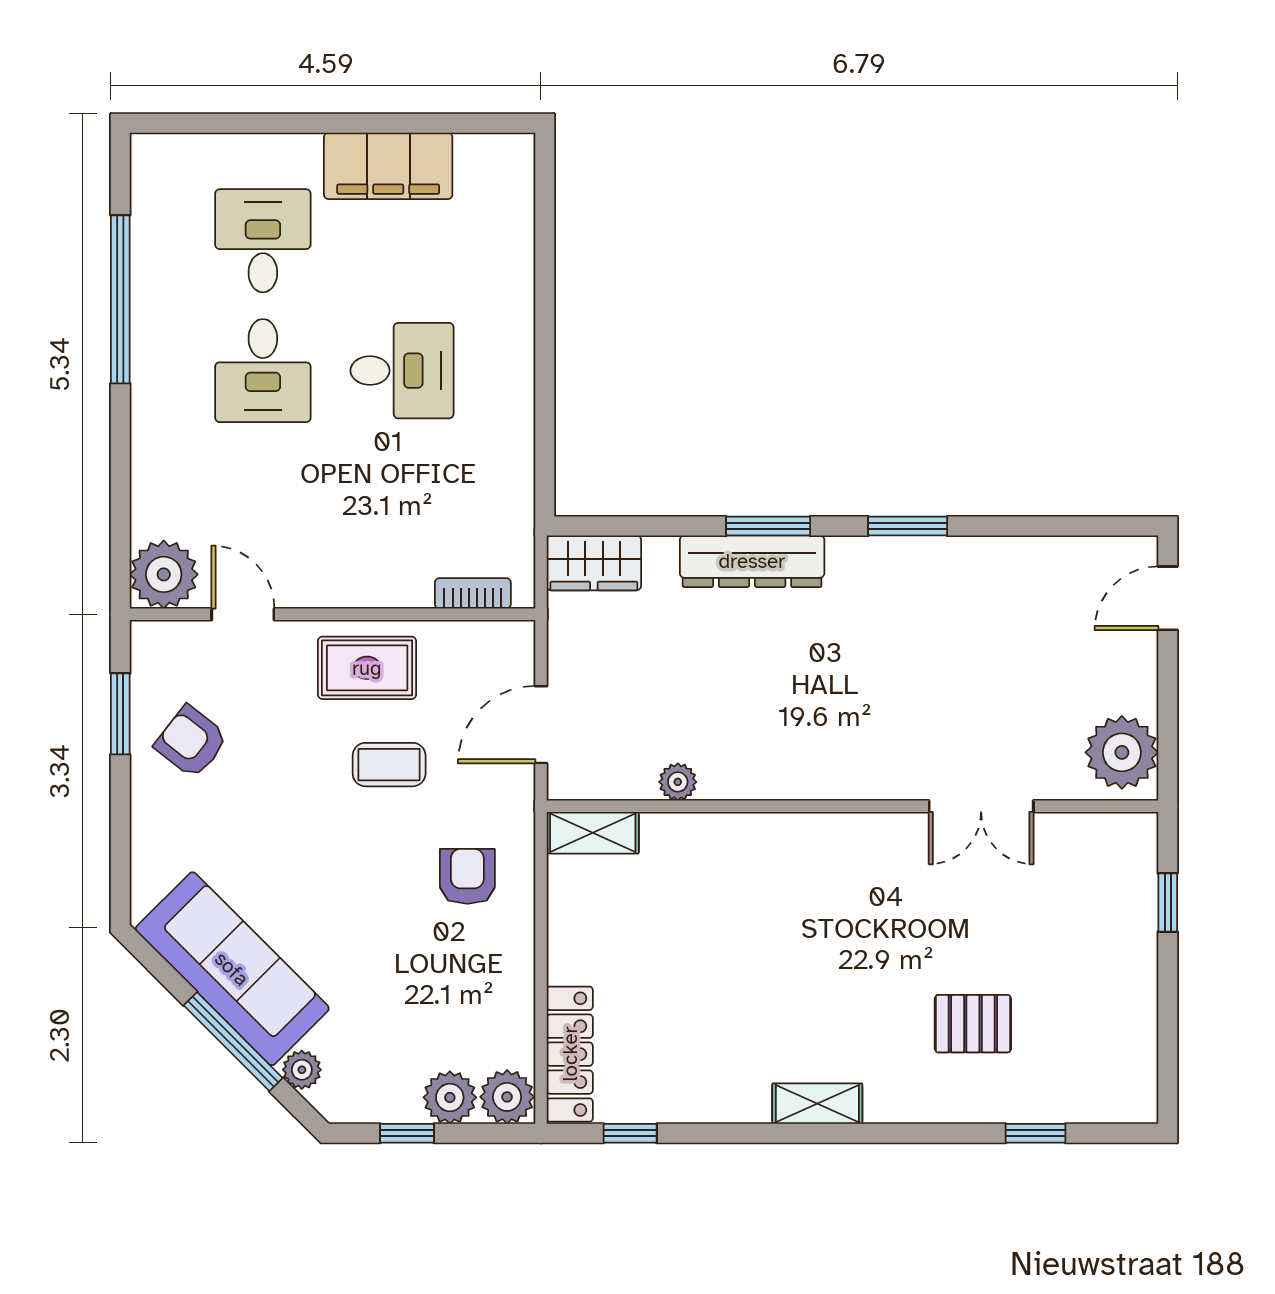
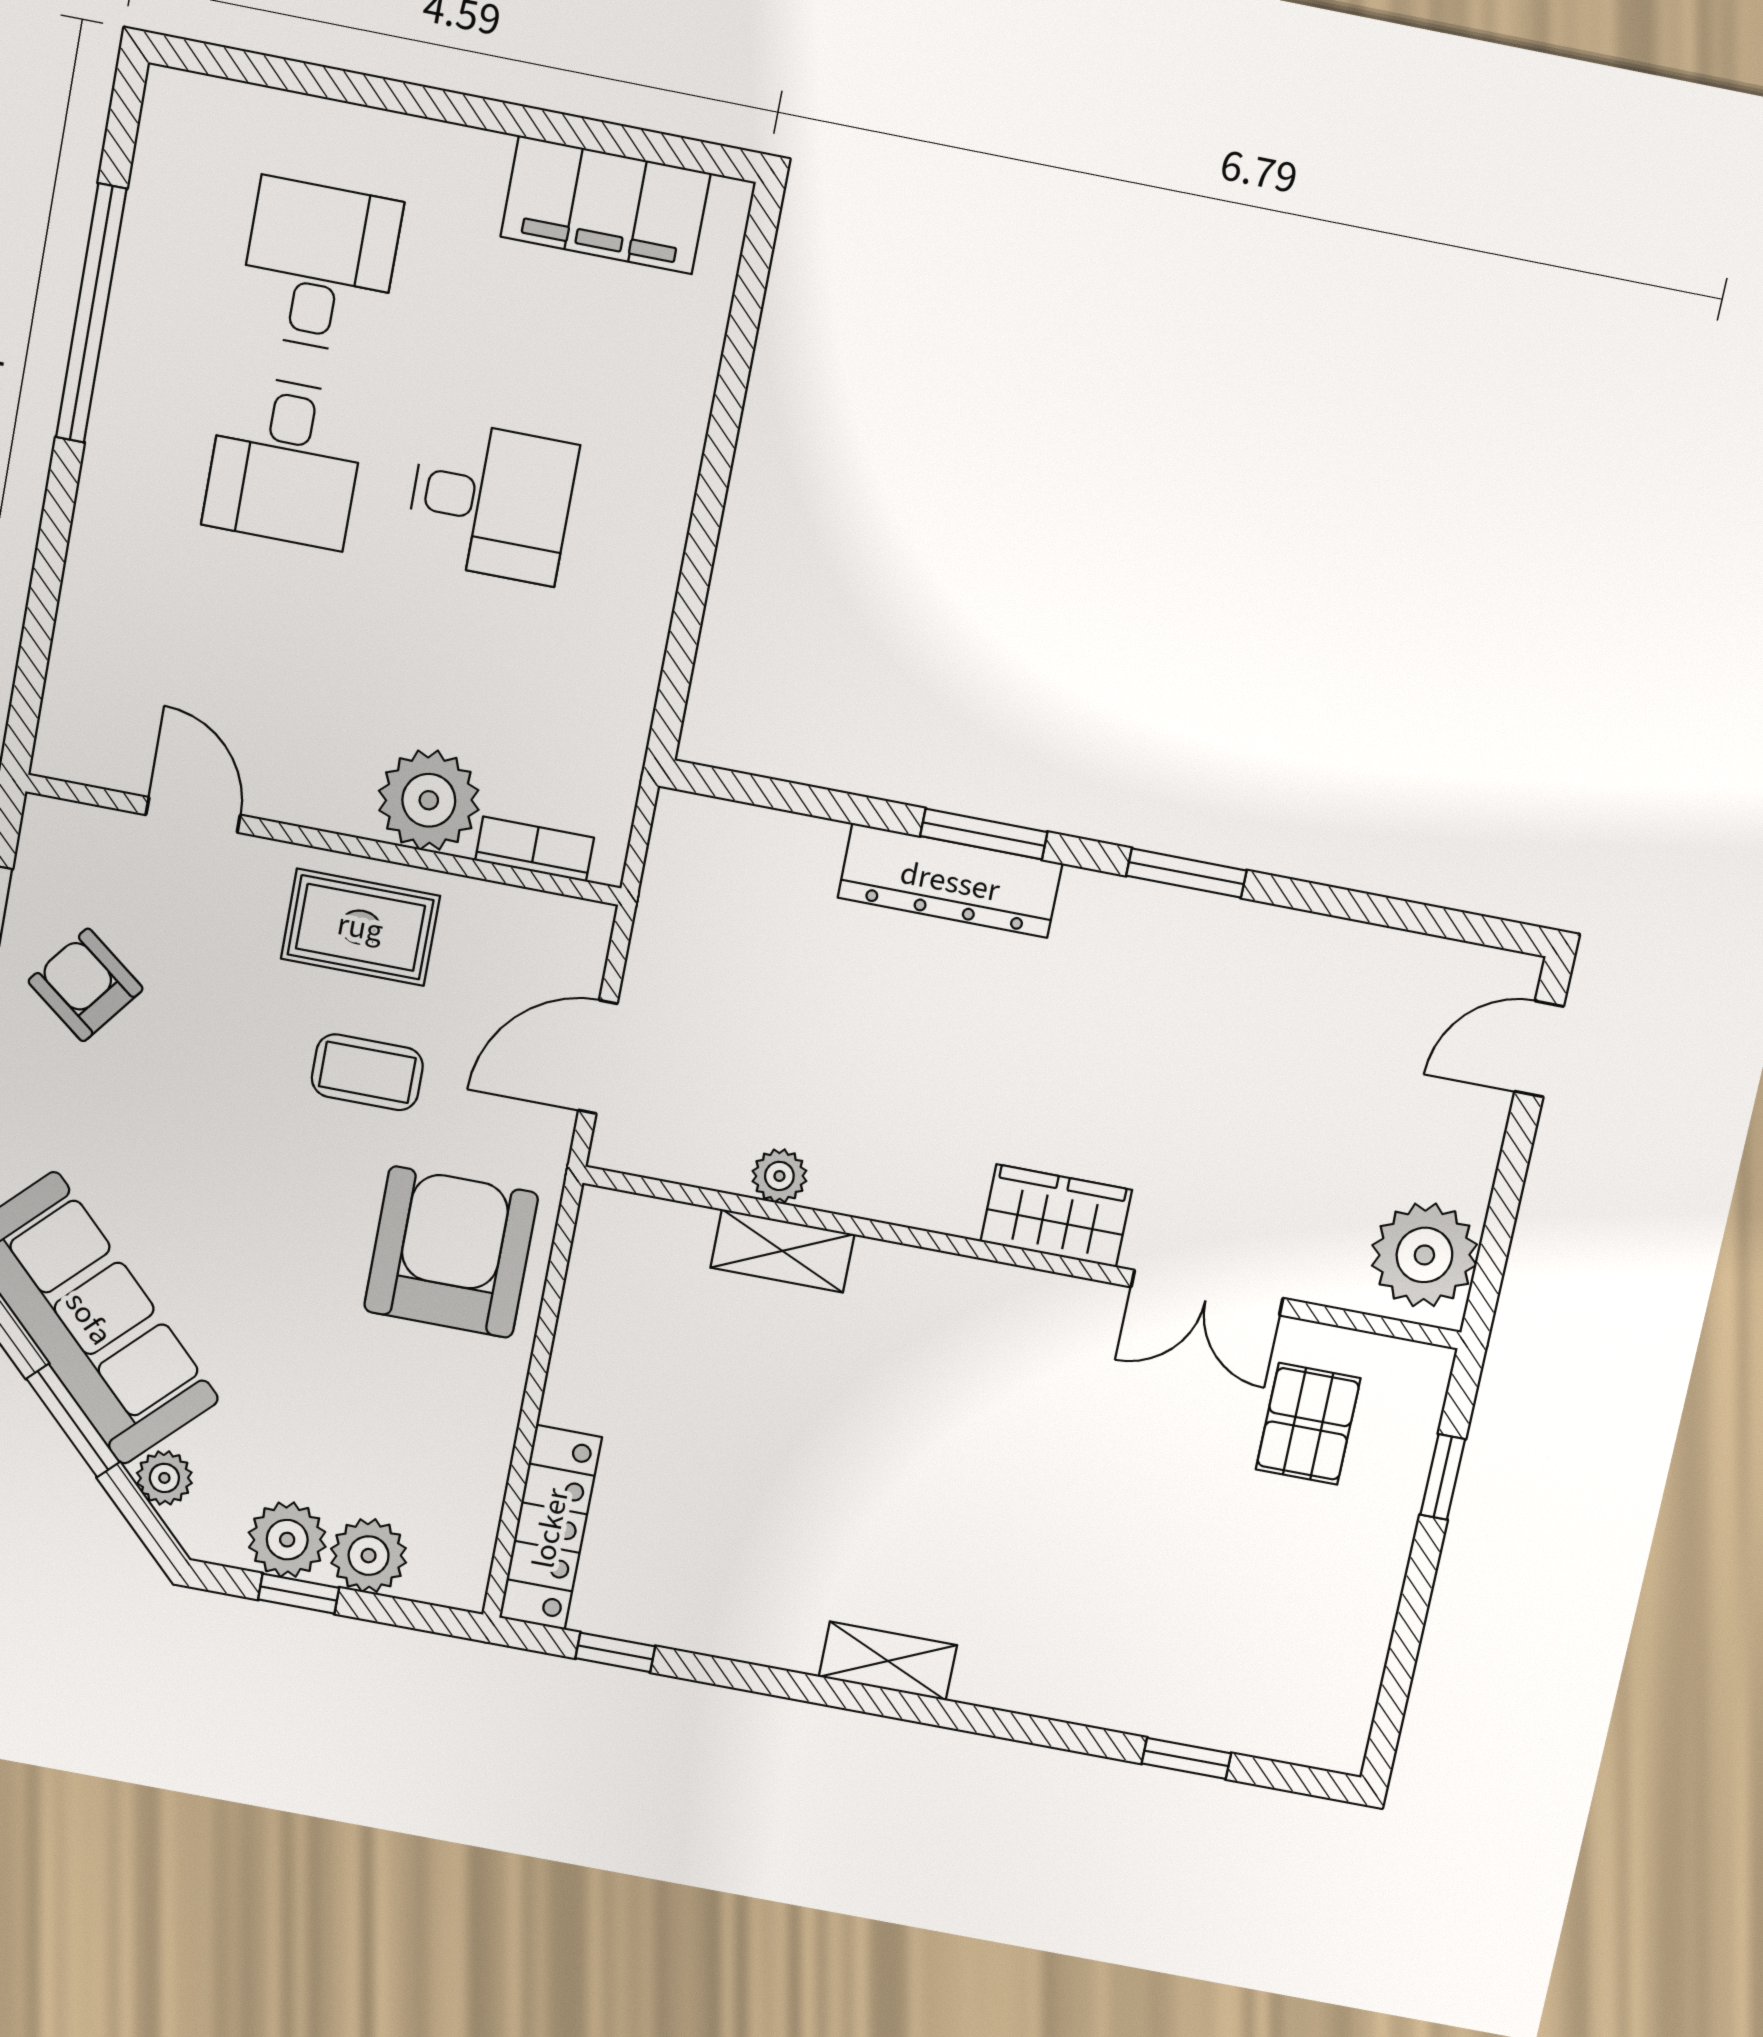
filing cabinet: (388, 166) -> (606, 205), moved
wardrobe: (594, 563) -> (1056, 1216), moved, turned 180
plant: (164, 574) -> (429, 800), moved
shelving: (593, 833) -> (782, 1251), moved
armchair: (467, 876) -> (451, 1252), width x1.88, depth x1.88
pallet: (973, 1024) -> (1308, 1424), moved, turned 90
window: (233, 1042) -> (73, 1421), width x0.69
plant: (507, 1097) -> (287, 1540), moved

